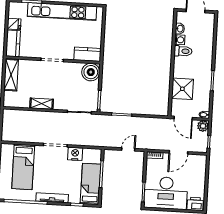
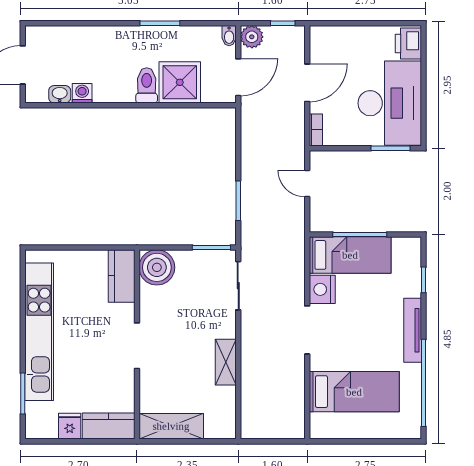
toilet: (183, 51) -> (147, 85), moved
door: (178, 152) -> (307, 83), hinge flipped
bed: (91, 184) -> (350, 255), moved, turned 180

